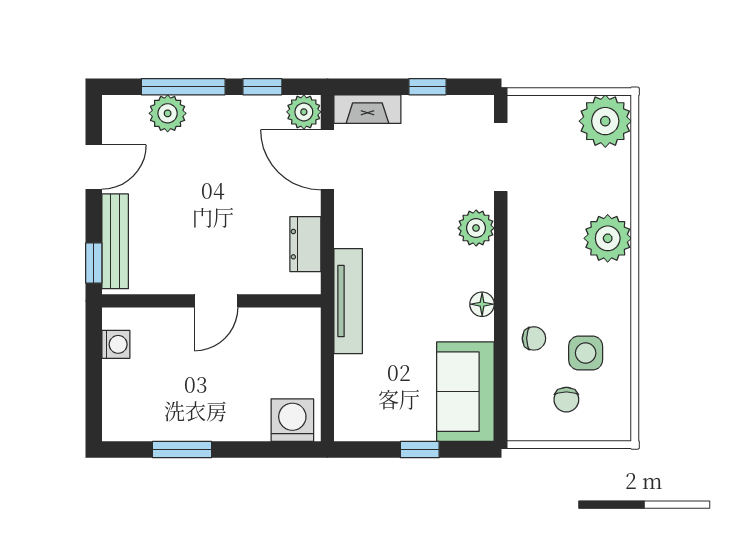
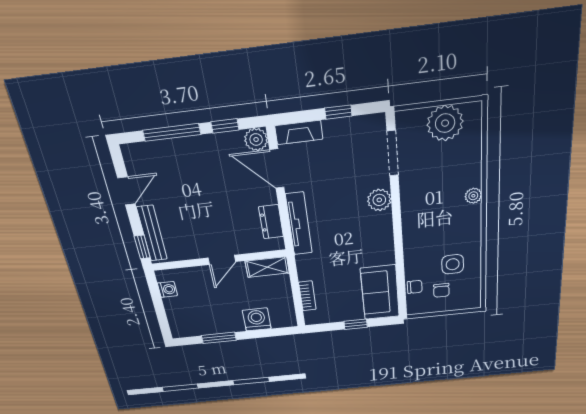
plant: (168, 113) -> (165, 151), removed
plant: (605, 121) -> (445, 123), moved
plant: (608, 238) -> (473, 196), width x0.53, depth x0.53
tv unit: (348, 301) -> (299, 224), moved
floor lamp: (482, 304) -> (386, 244), removed
shelving: (287, 323) -> (267, 267), added
chair: (534, 338) -> (415, 287), moved
bookcase: (345, 384) -> (307, 296), added
washing machine: (292, 420) -> (257, 319), moved

